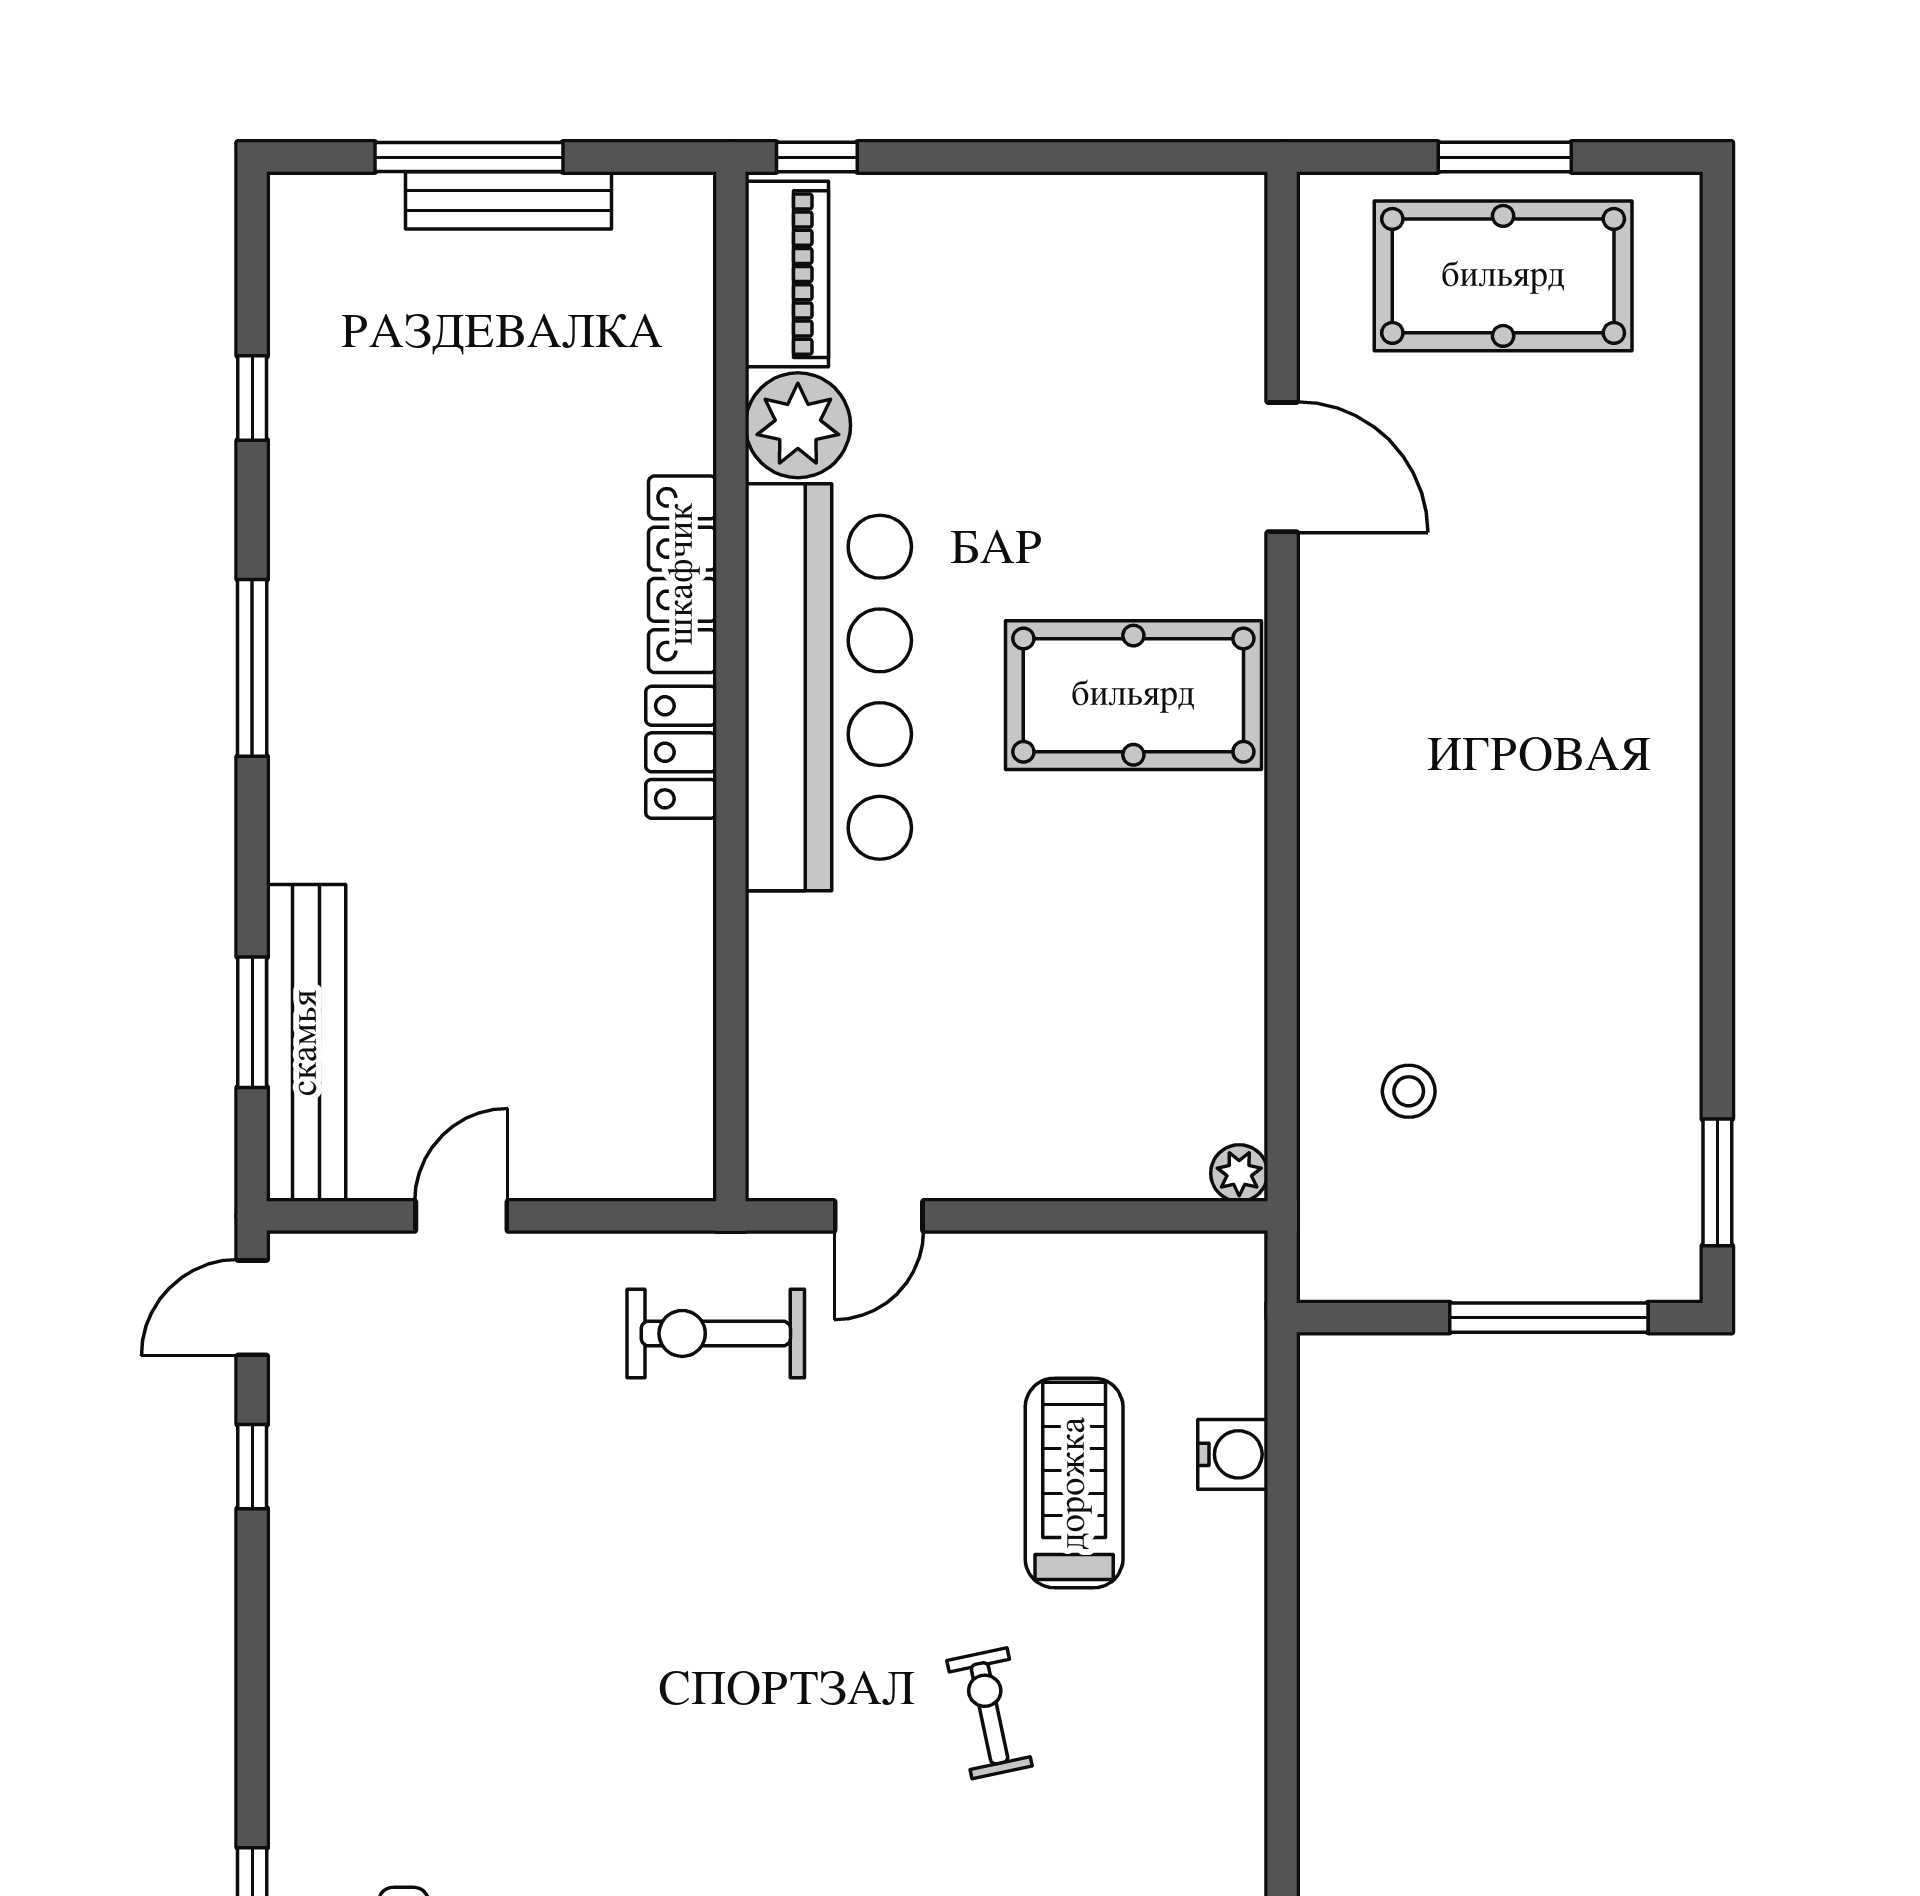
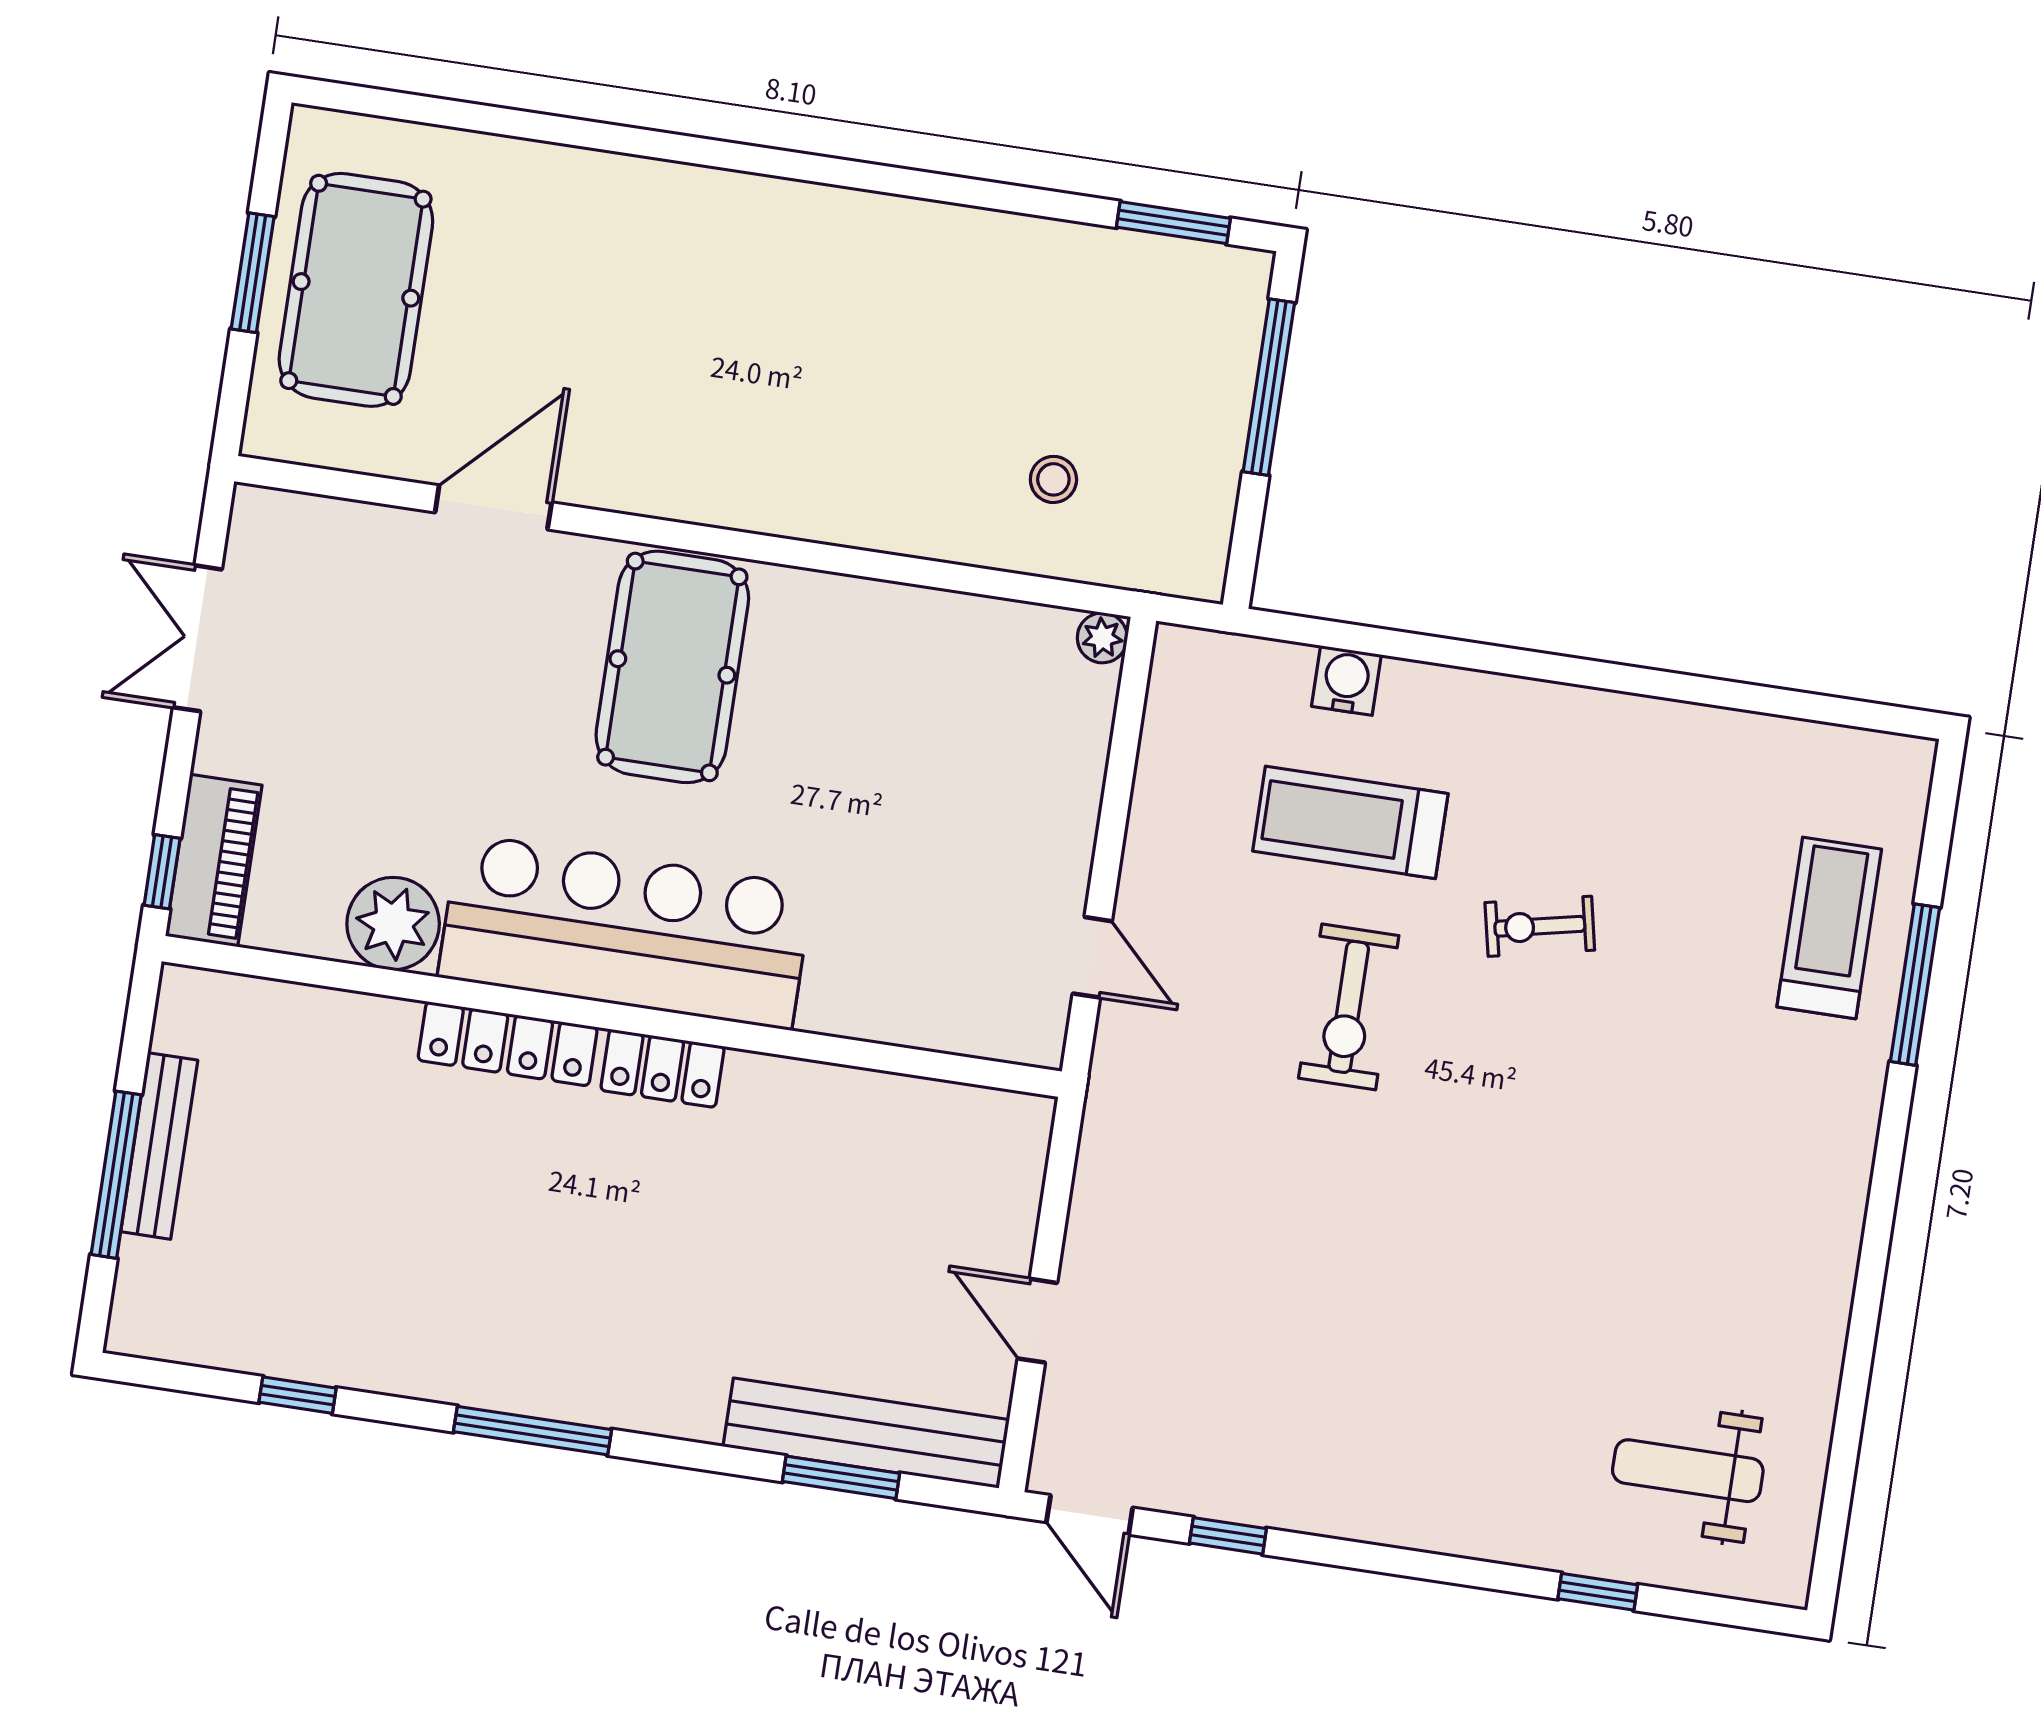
double door: (1085, 157) -> (197, 638), added
piano: (787, 274) -> (214, 860), moved, turned 90
exercise bike: (716, 1333) -> (1349, 1007), moved

